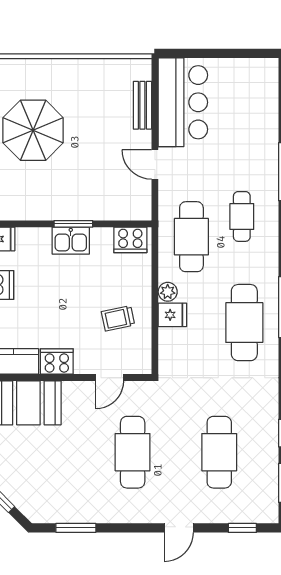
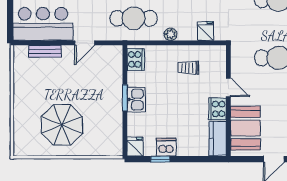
fridge: (172, 315) -> (206, 31), moved
trolley: (118, 318) -> (189, 68), turned 102
door: (110, 378) -> (228, 87), moved

